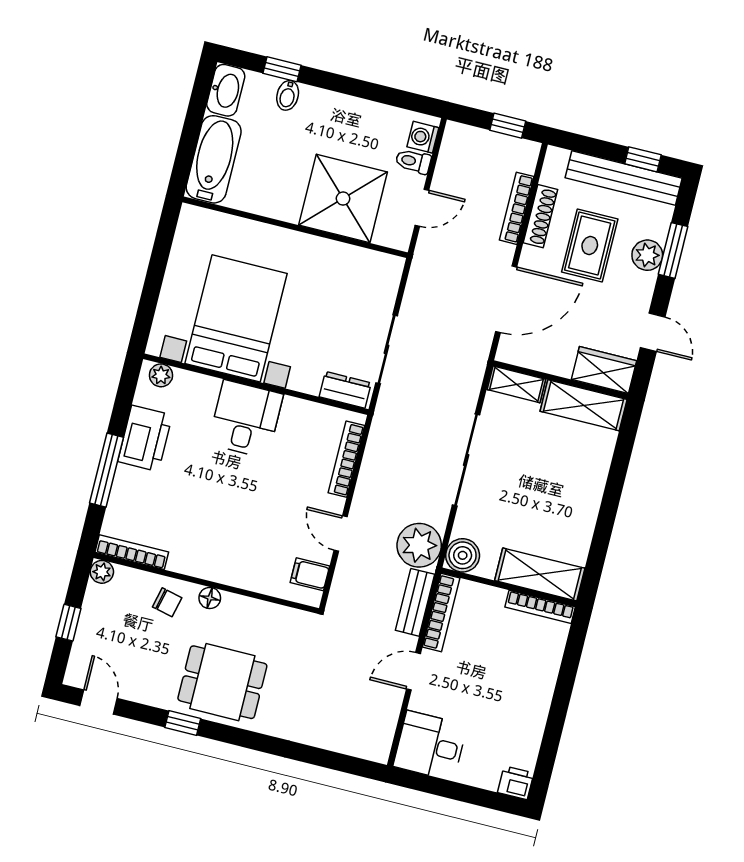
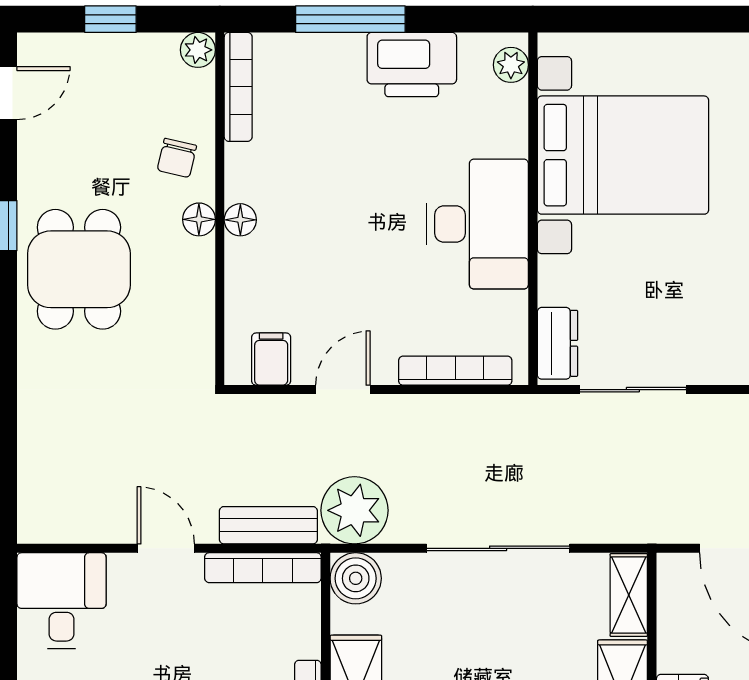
desk: (246, 419) -> (477, 224), width x1.37
floor lamp: (217, 572) -> (240, 220), added

